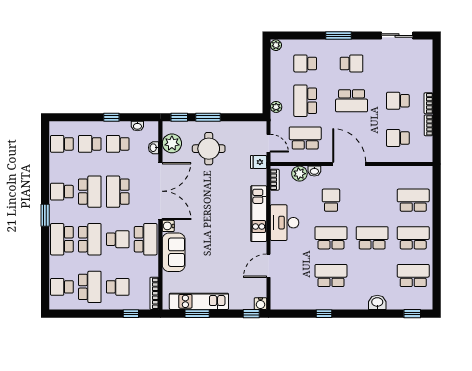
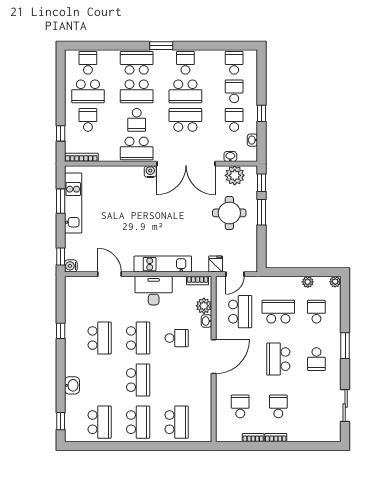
plant: (276, 107) -> (308, 282), moved
sofa: (174, 252) -> (123, 177), removed
school desk: (118, 287) -> (88, 120), turned 180

